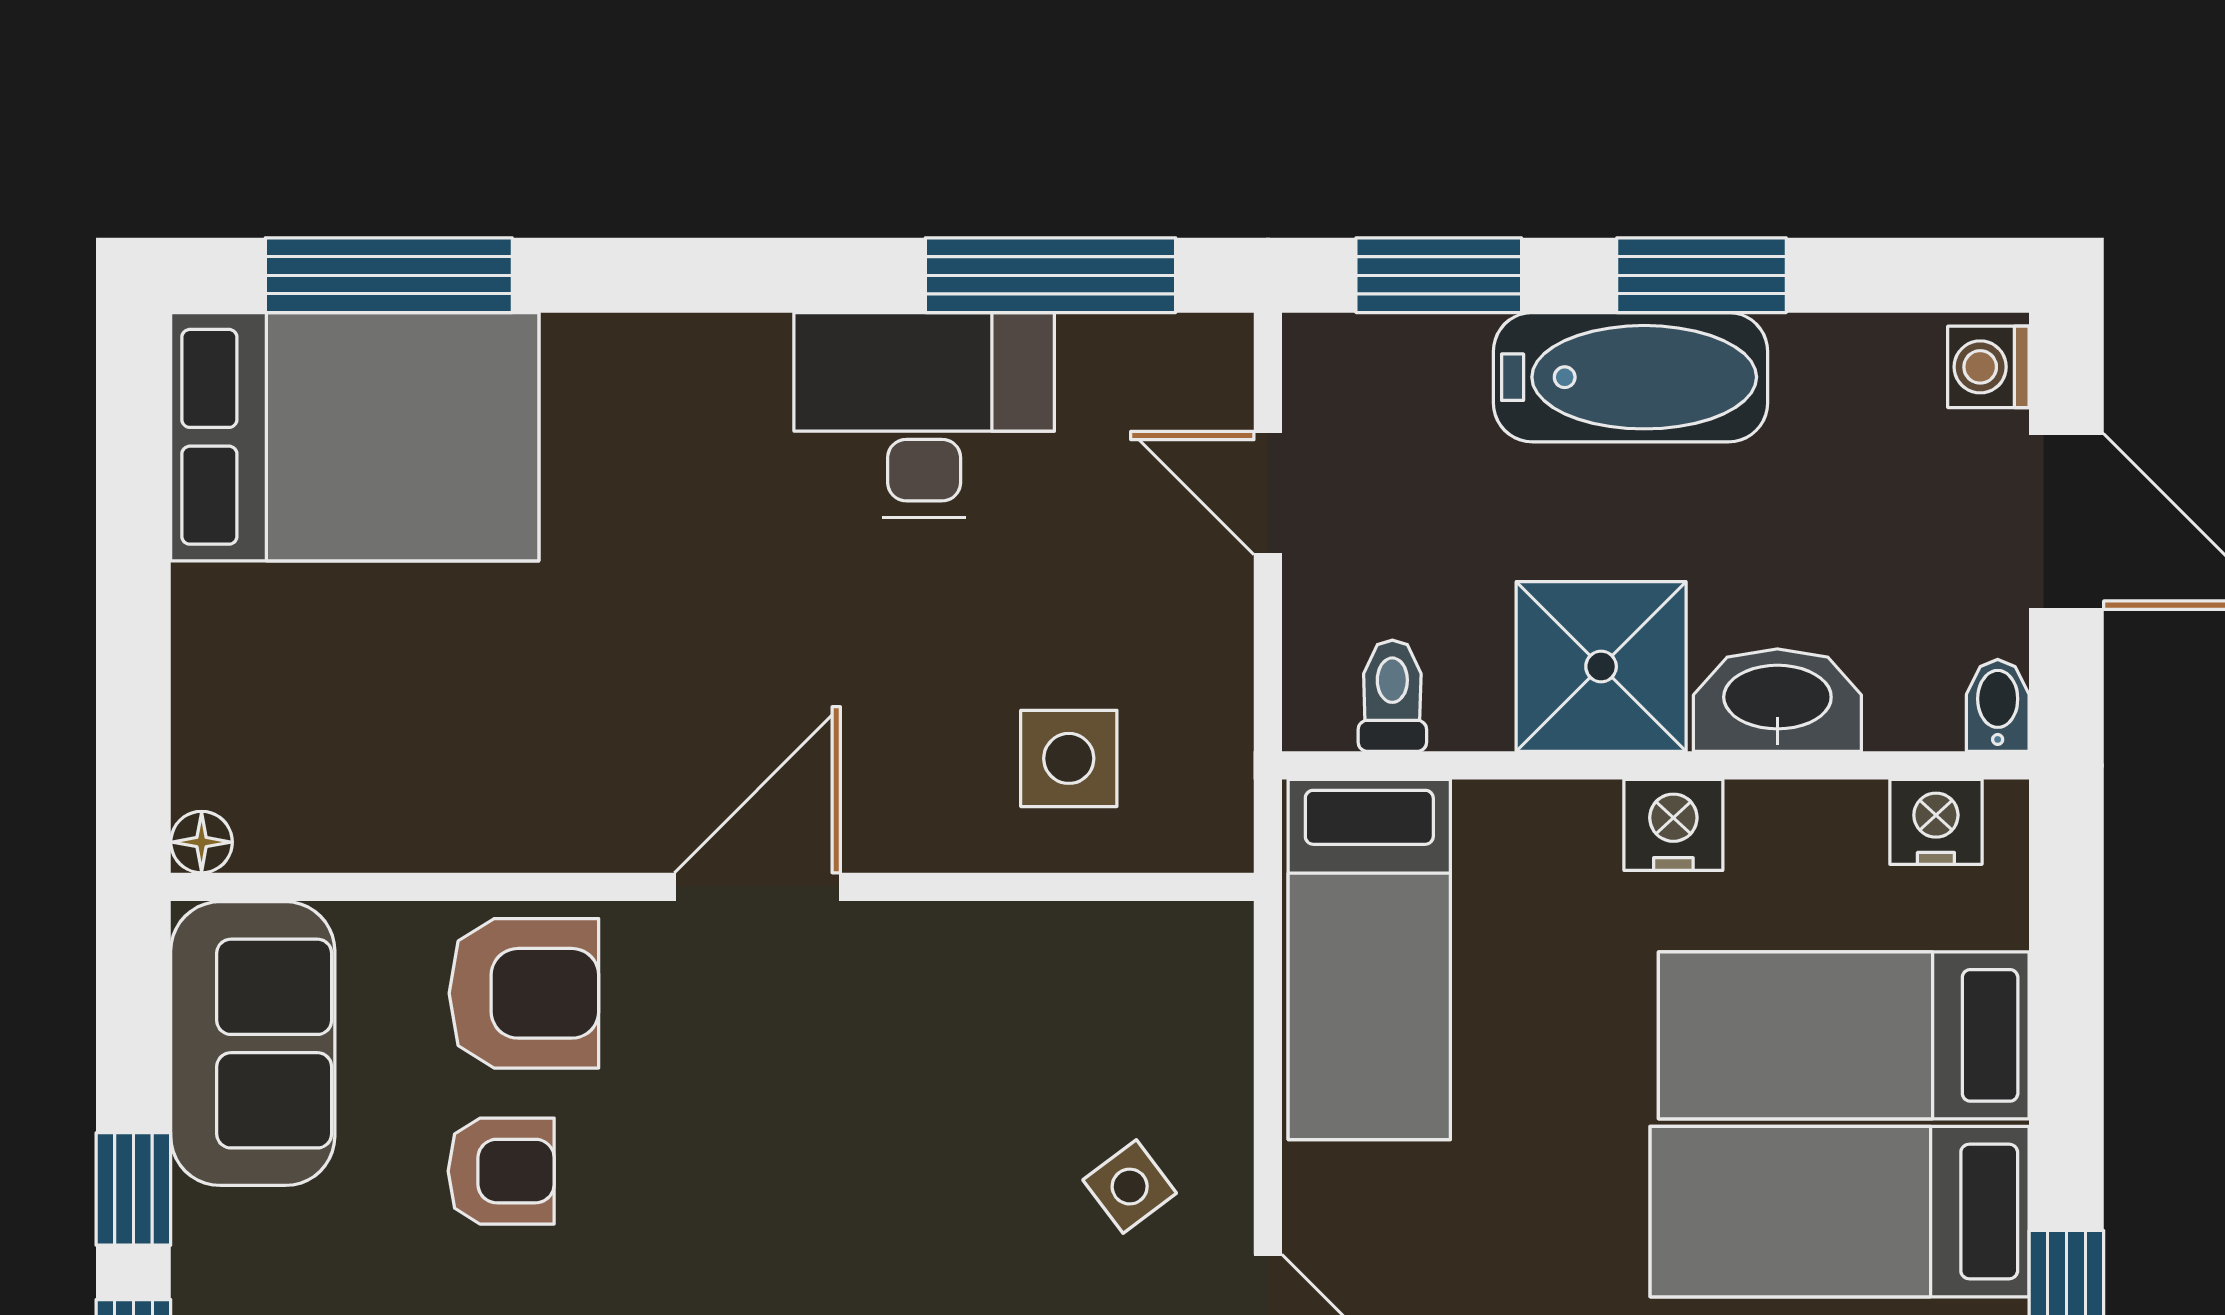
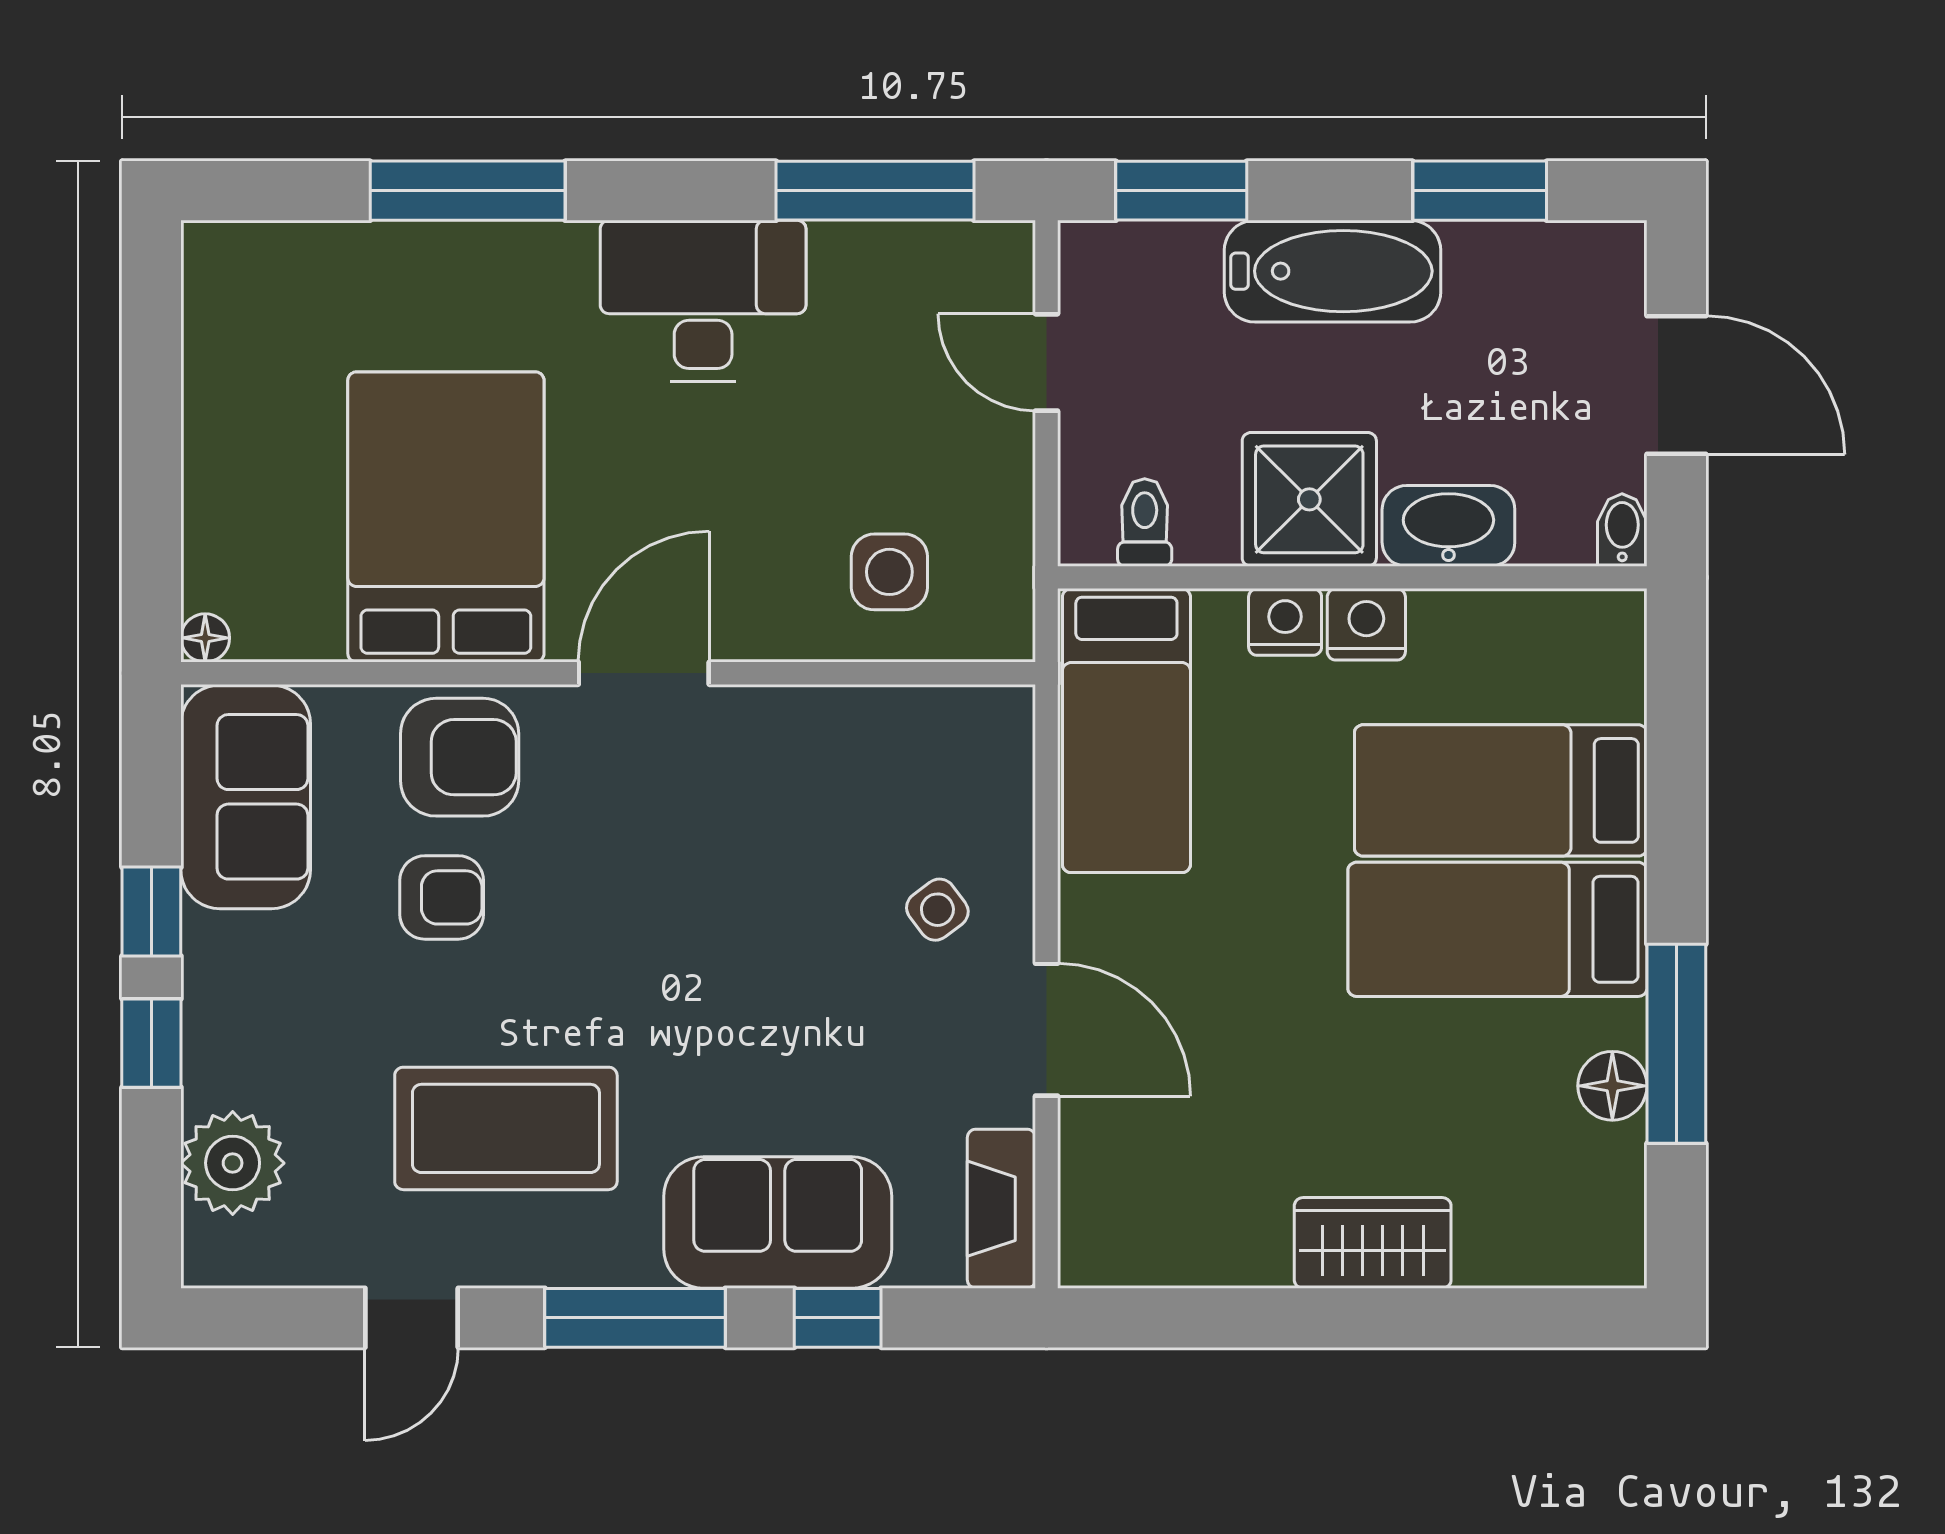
window: (389, 275) -> (468, 191), moved
window: (1701, 275) -> (1480, 191), moved
washing machine: (1988, 367) -> (1615, 263), removed
desk: (924, 415) -> (703, 301), moved
bed: (355, 437) -> (446, 517), moved, turned -90
nightstand: (1936, 822) -> (1285, 622), moved

